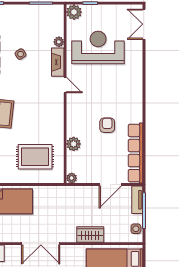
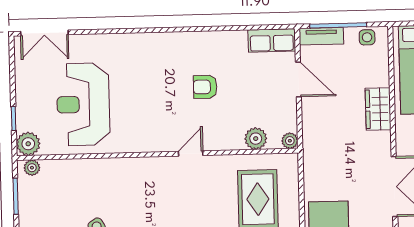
plant: (59, 42) -> (32, 168), moved
fireplace: (58, 62) -> (108, 167), removed
door: (65, 85) -> (191, 153), moved
plant: (74, 144) -> (256, 139), moved
row of seats: (136, 153) -> (272, 40), width x0.50

